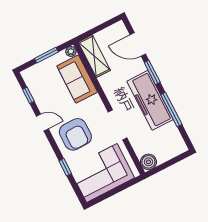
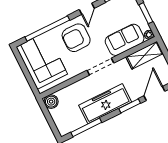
window: (171, 110) -> (86, 127), moved
doorway: (118, 125) -> (100, 67), moved
window: (65, 167) -> (47, 29), width x3.17

